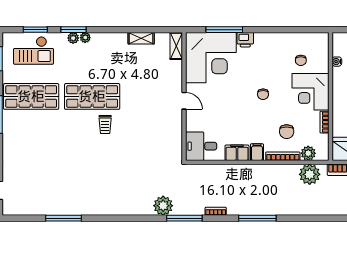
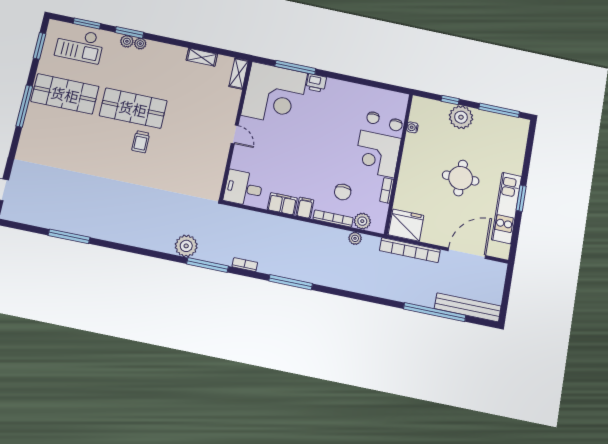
chair: (263, 94) -> (396, 125), moved
plant: (310, 174) -> (355, 238), width x0.53, depth x0.53

